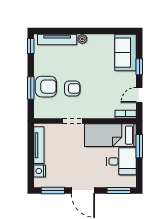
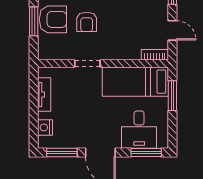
armchair: (72, 88) -> (87, 22), turned 90
door: (139, 95) -> (172, 30), swing flipped
tv unit: (39, 145) -> (44, 95), width x0.71
desk: (121, 161) -> (139, 130), moved, turned 90

